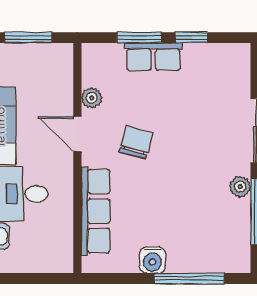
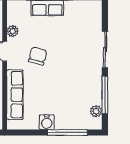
plant: (240, 187) -> (96, 111), moved

